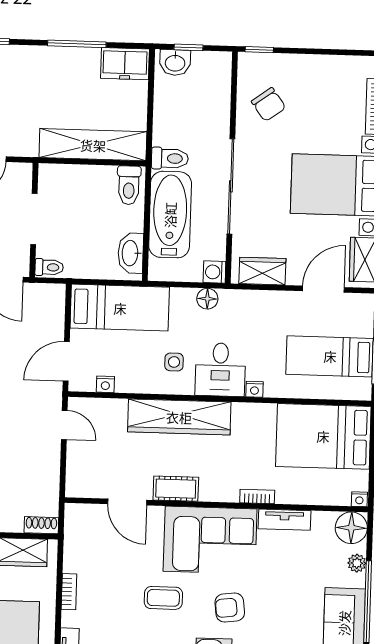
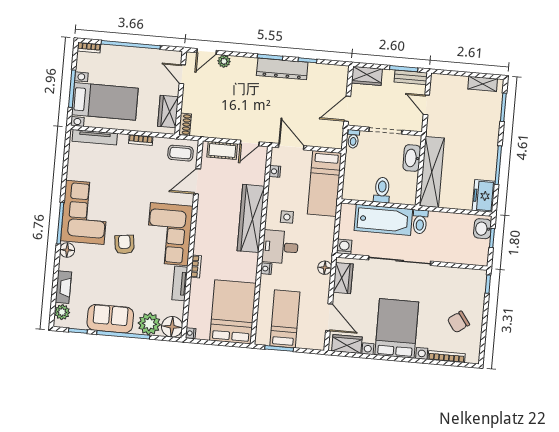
chair: (269, 105) -> (458, 322), moved
toilet: (129, 185) -> (382, 190), moved, turned 90
washbasin: (131, 253) -> (412, 158), moved, turned -90
floor lamp: (207, 299) -> (325, 268), moved
cot: (176, 489) -> (222, 150), moved, turned 90
plant: (357, 563) -> (149, 324), width x1.87, depth x1.87
coffee table: (163, 598) -> (180, 153), moved, turned 90

